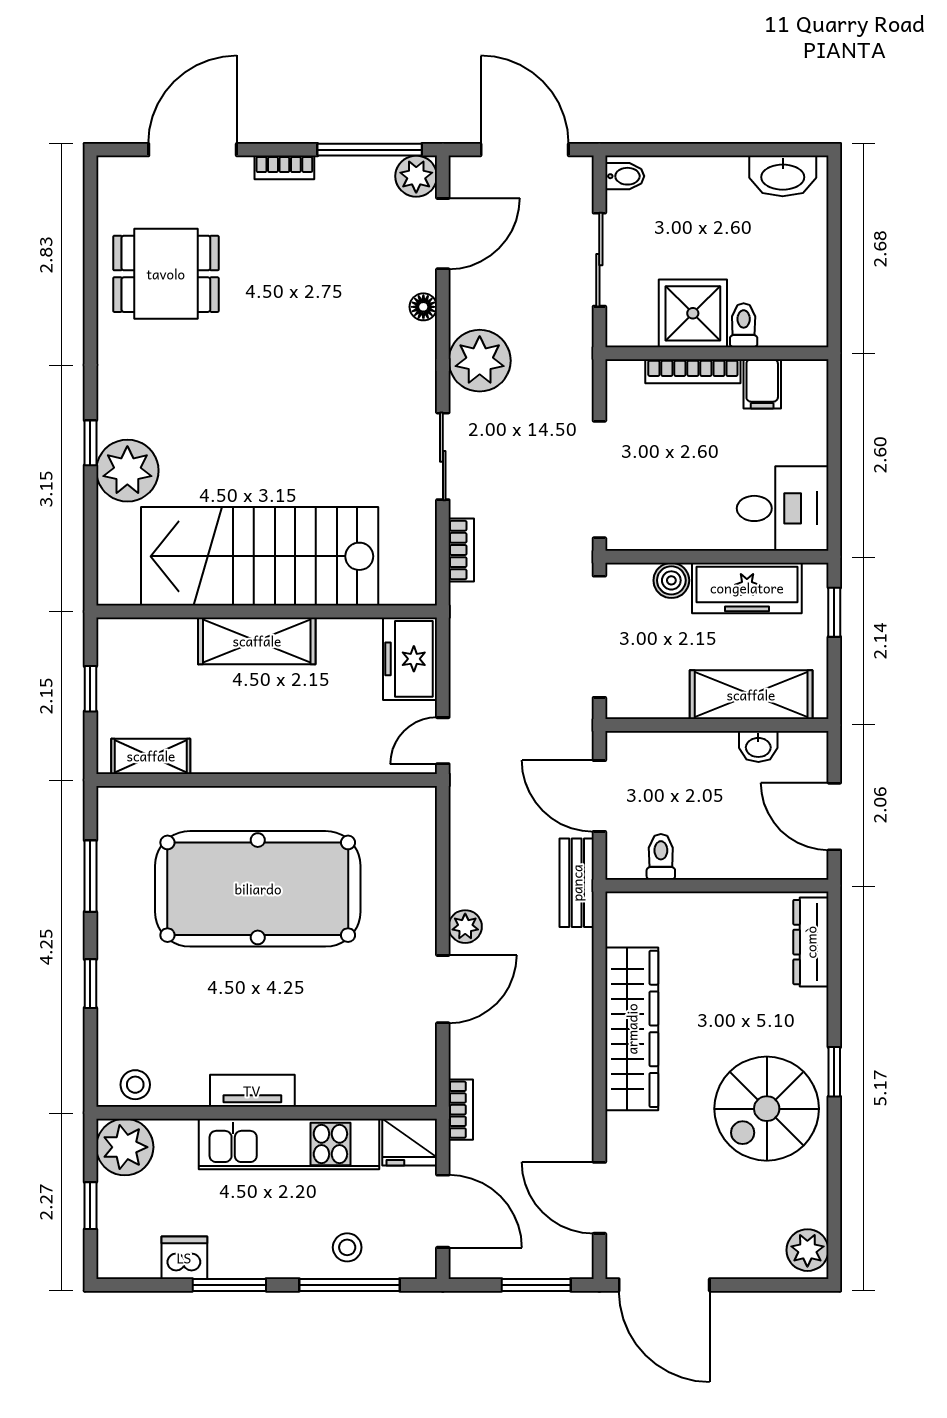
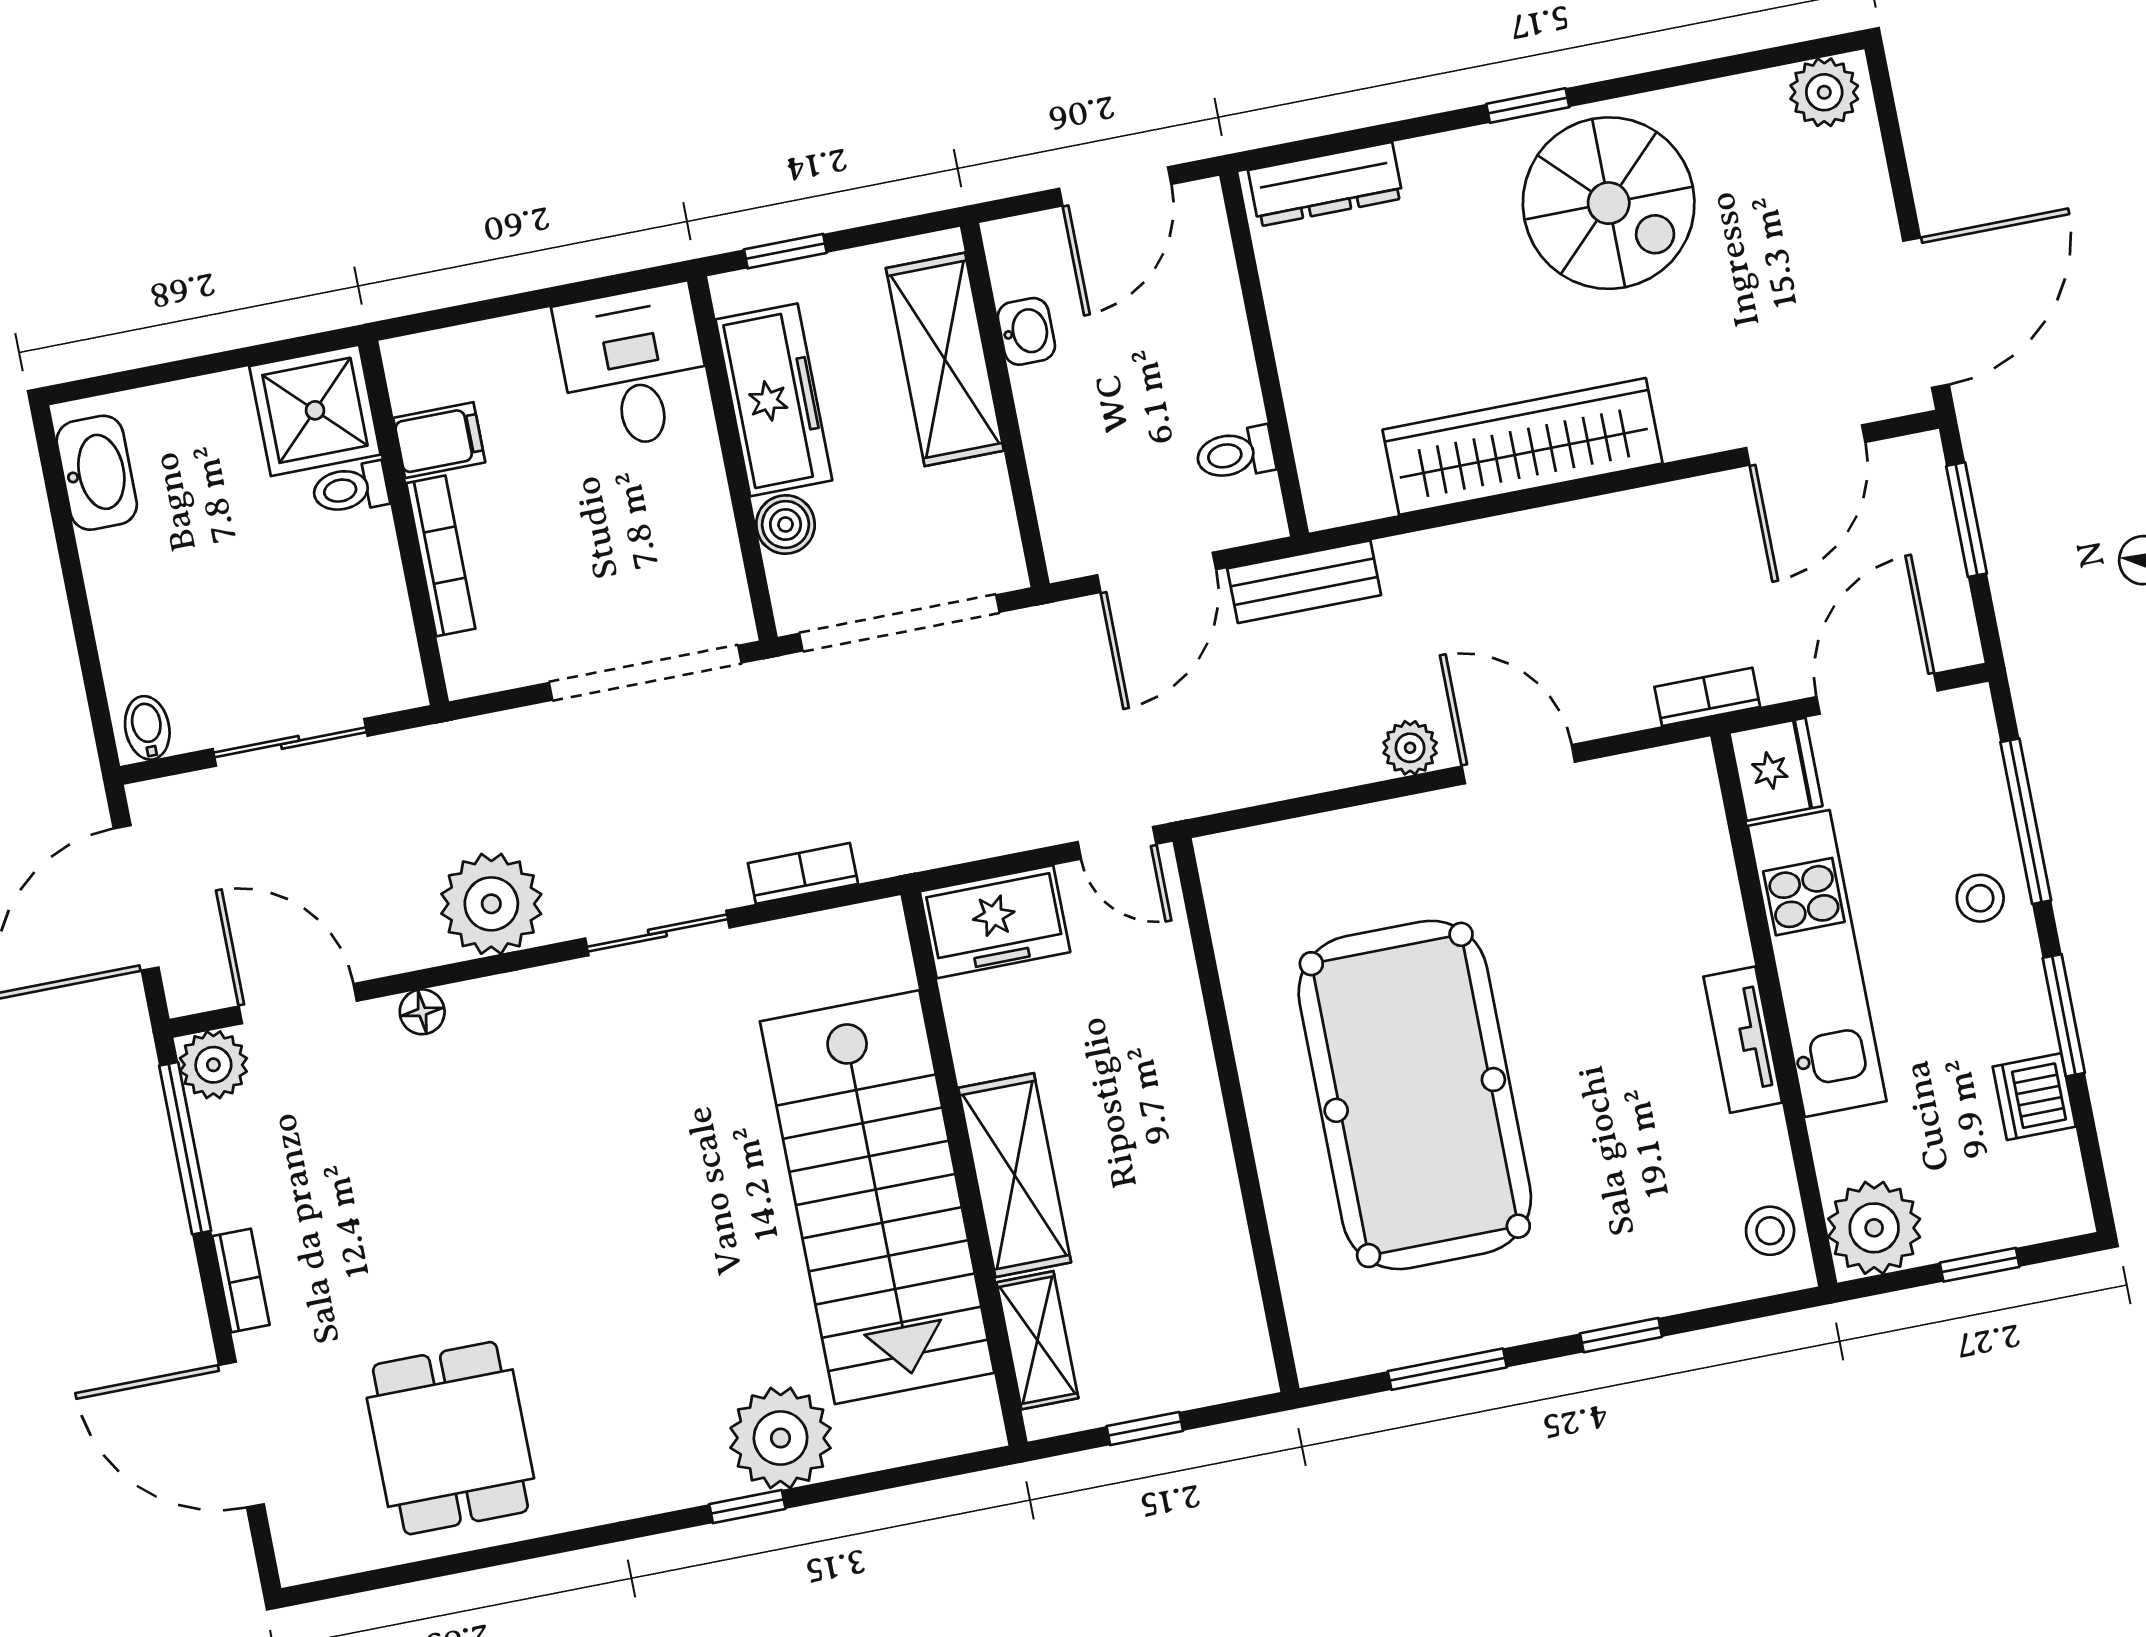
shower: (693, 313) -> (315, 410), moved
shelving: (151, 756) -> (1037, 1340), moved
stool: (347, 1247) -> (1980, 898), moved

